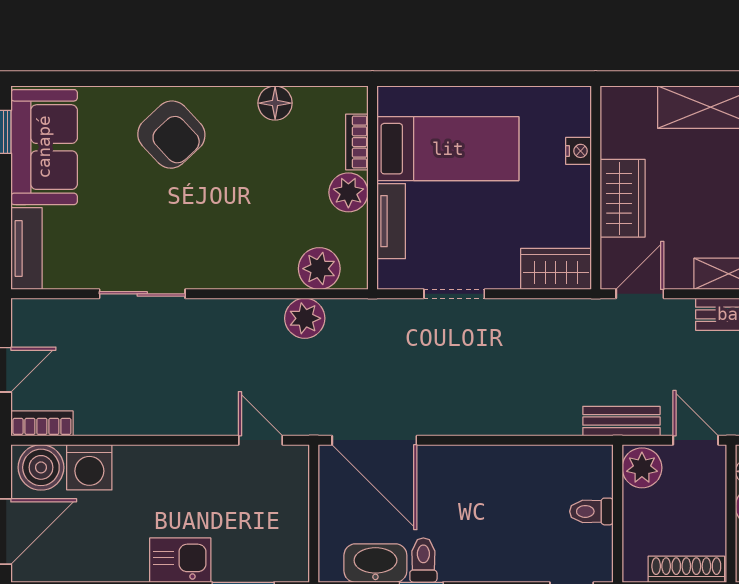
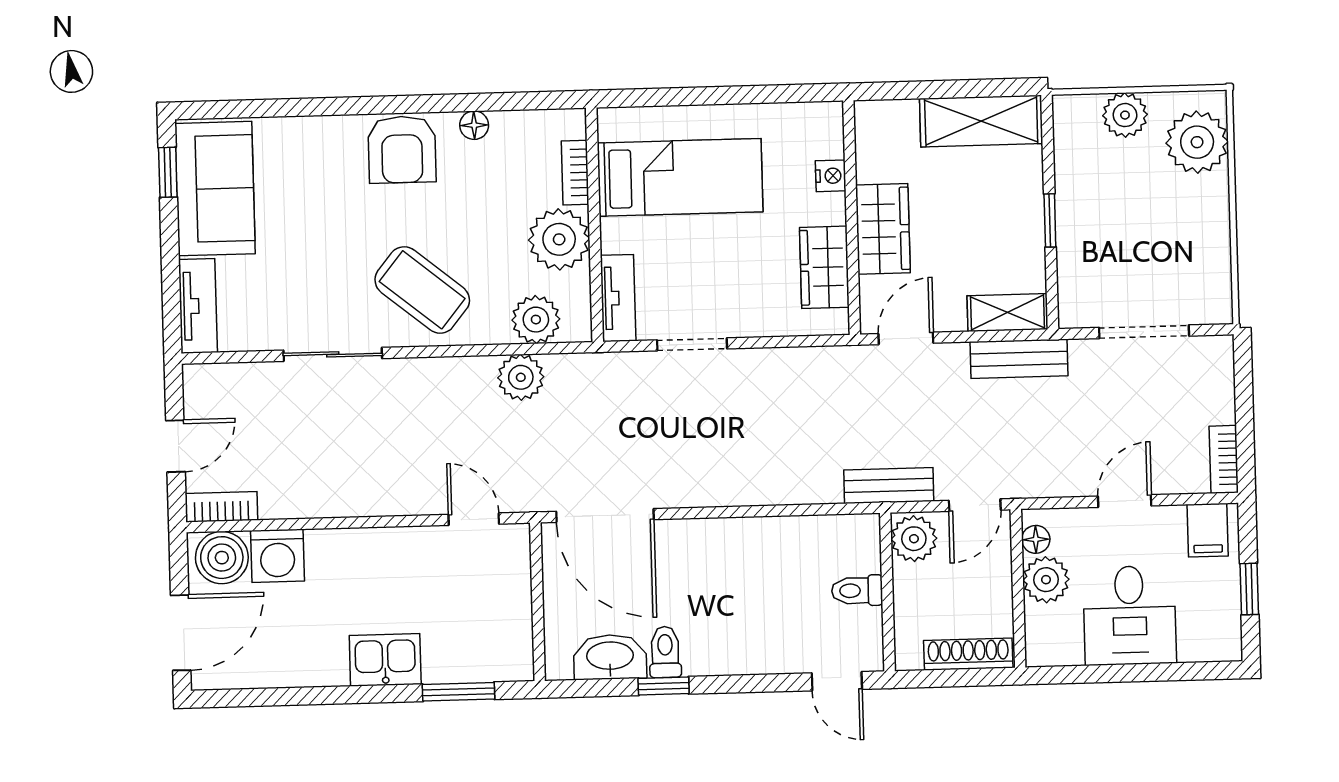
floor lamp: (275, 103) -> (474, 125), width x0.73, depth x0.73
armchair: (171, 135) -> (402, 150), moved, turned 43
plant: (348, 192) -> (559, 239), width x1.36, depth x1.36
tv unit: (391, 221) -> (618, 298), moved
coffee table: (221, 240) -> (422, 290), added
wardrobe: (556, 269) -> (824, 267), moved, turned -90
door: (696, 440) -> (975, 505), swing flipped

